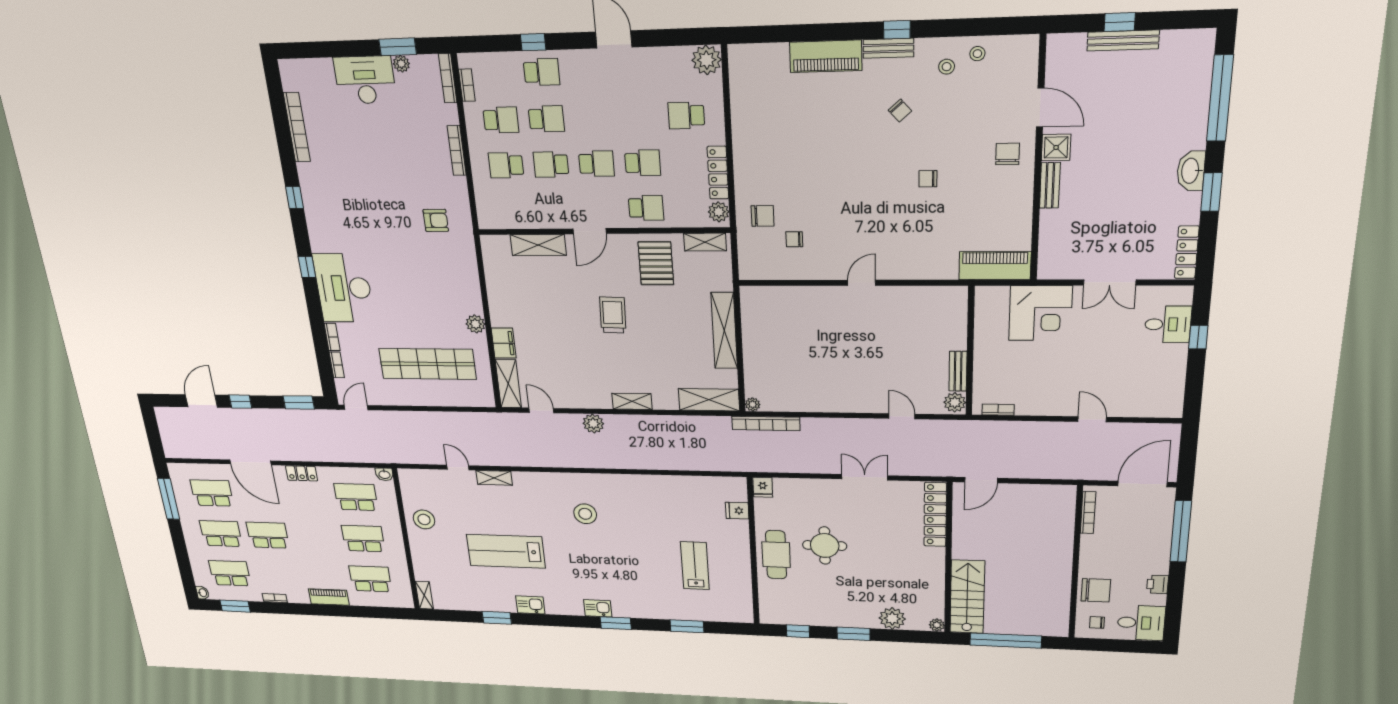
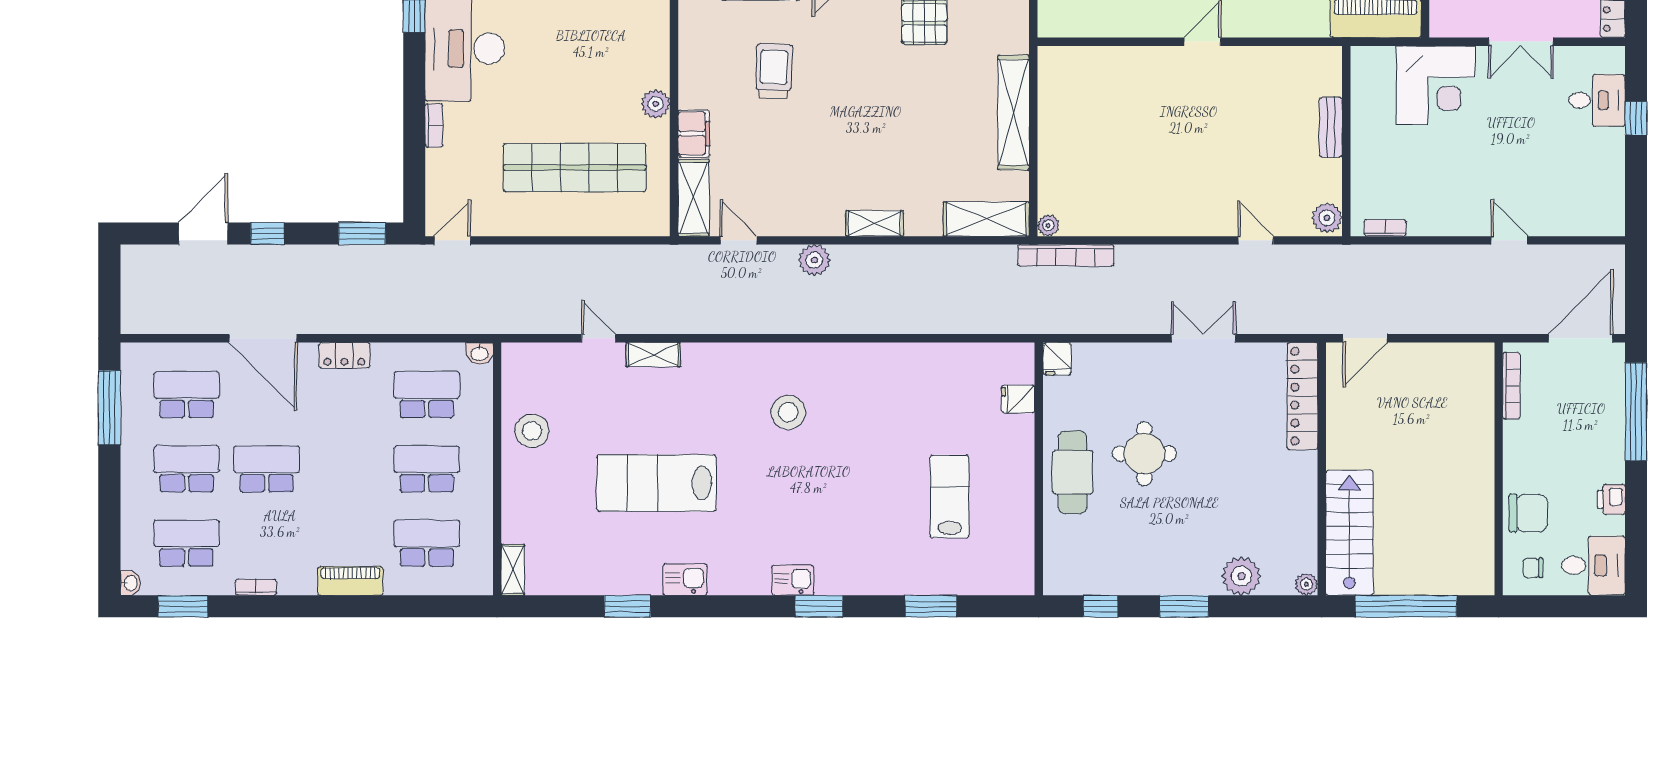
trolley: (613, 315) -> (774, 71), moved
bookcase: (337, 365) -> (433, 171), removed
bench: (958, 371) -> (1331, 127), moved

